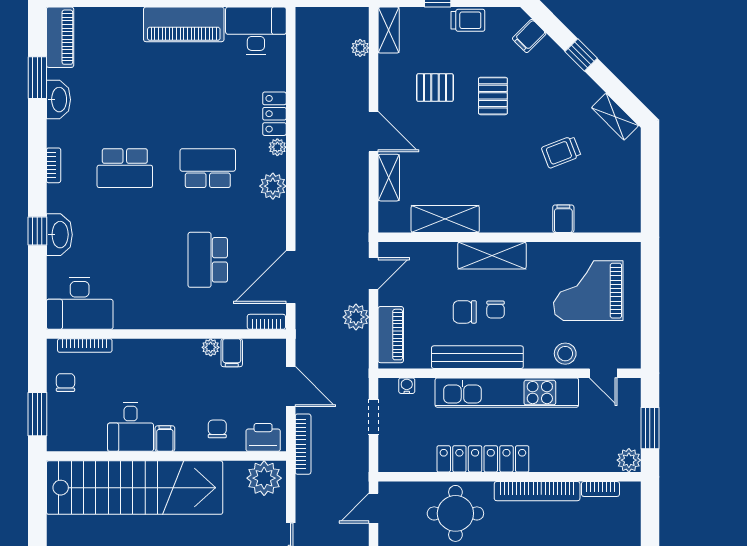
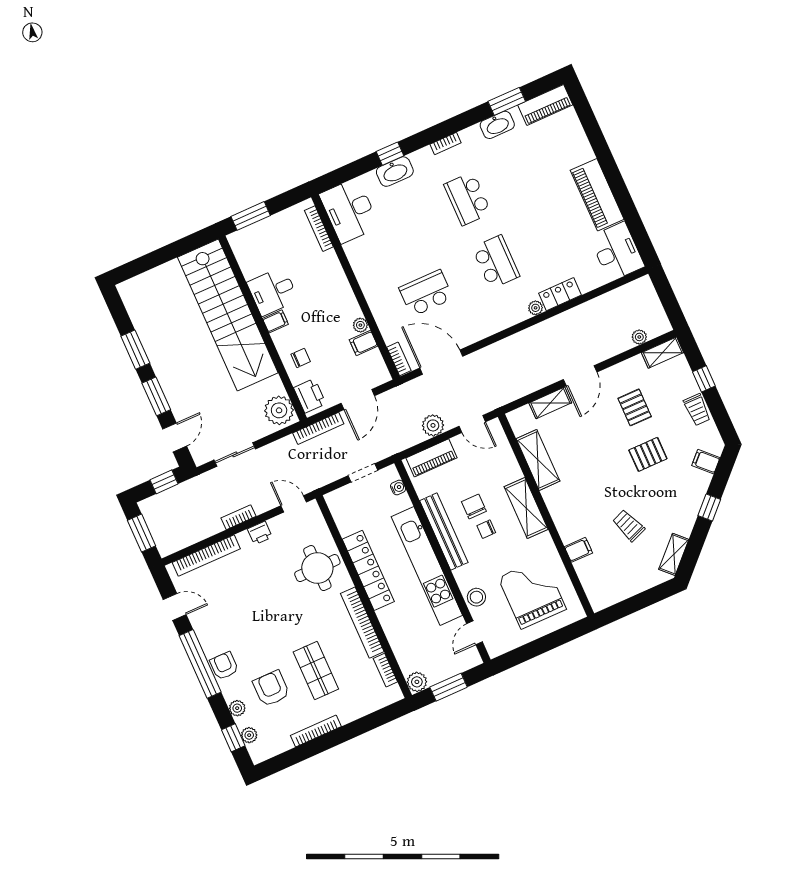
plant: (273, 186) -> (504, 318), removed
chair: (65, 383) -> (284, 227), removed

